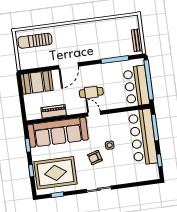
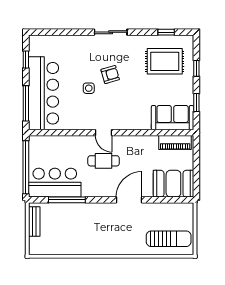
bar counter: (136, 86) -> (55, 183), moved, turned -90
piano: (54, 111) -> (175, 143), moved
sofa: (58, 132) -> (173, 118), width x0.54, depth x0.79
rug: (56, 173) -> (165, 61), width x0.73, depth x0.69

